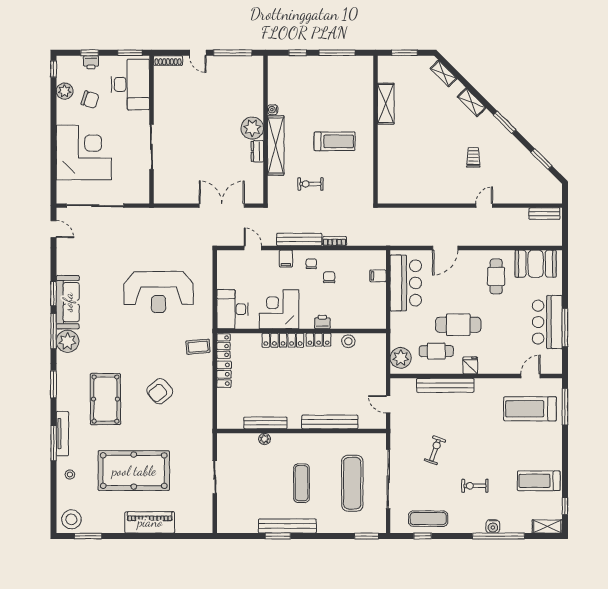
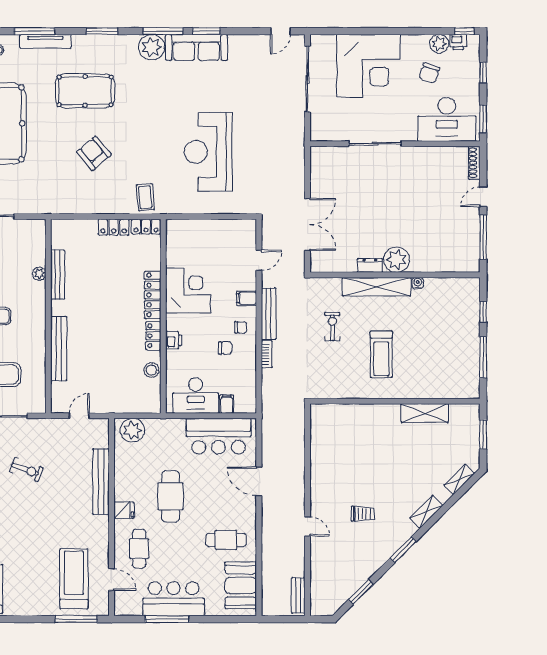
printer: (91, 62) -> (458, 42), moved, turned -90
desk: (232, 309) -> (196, 396), moved, turned 180
cafe table: (436, 351) -> (139, 549), moved

